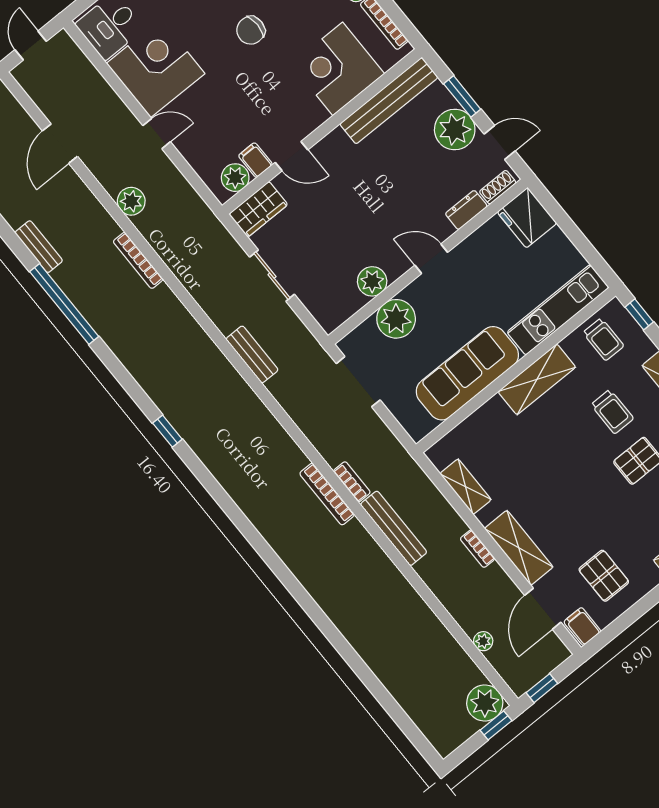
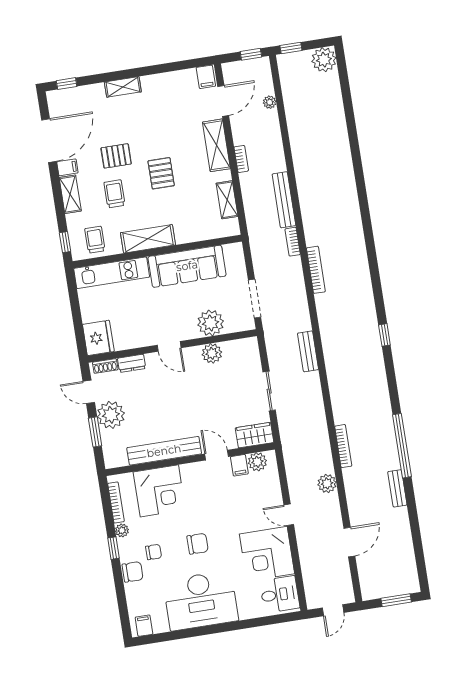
bench: (389, 101) -> (164, 451), moved
bookcase: (327, 494) -> (316, 270), moved
pallet: (604, 576) -> (161, 173), moved
plant: (485, 703) -> (324, 60), moved

